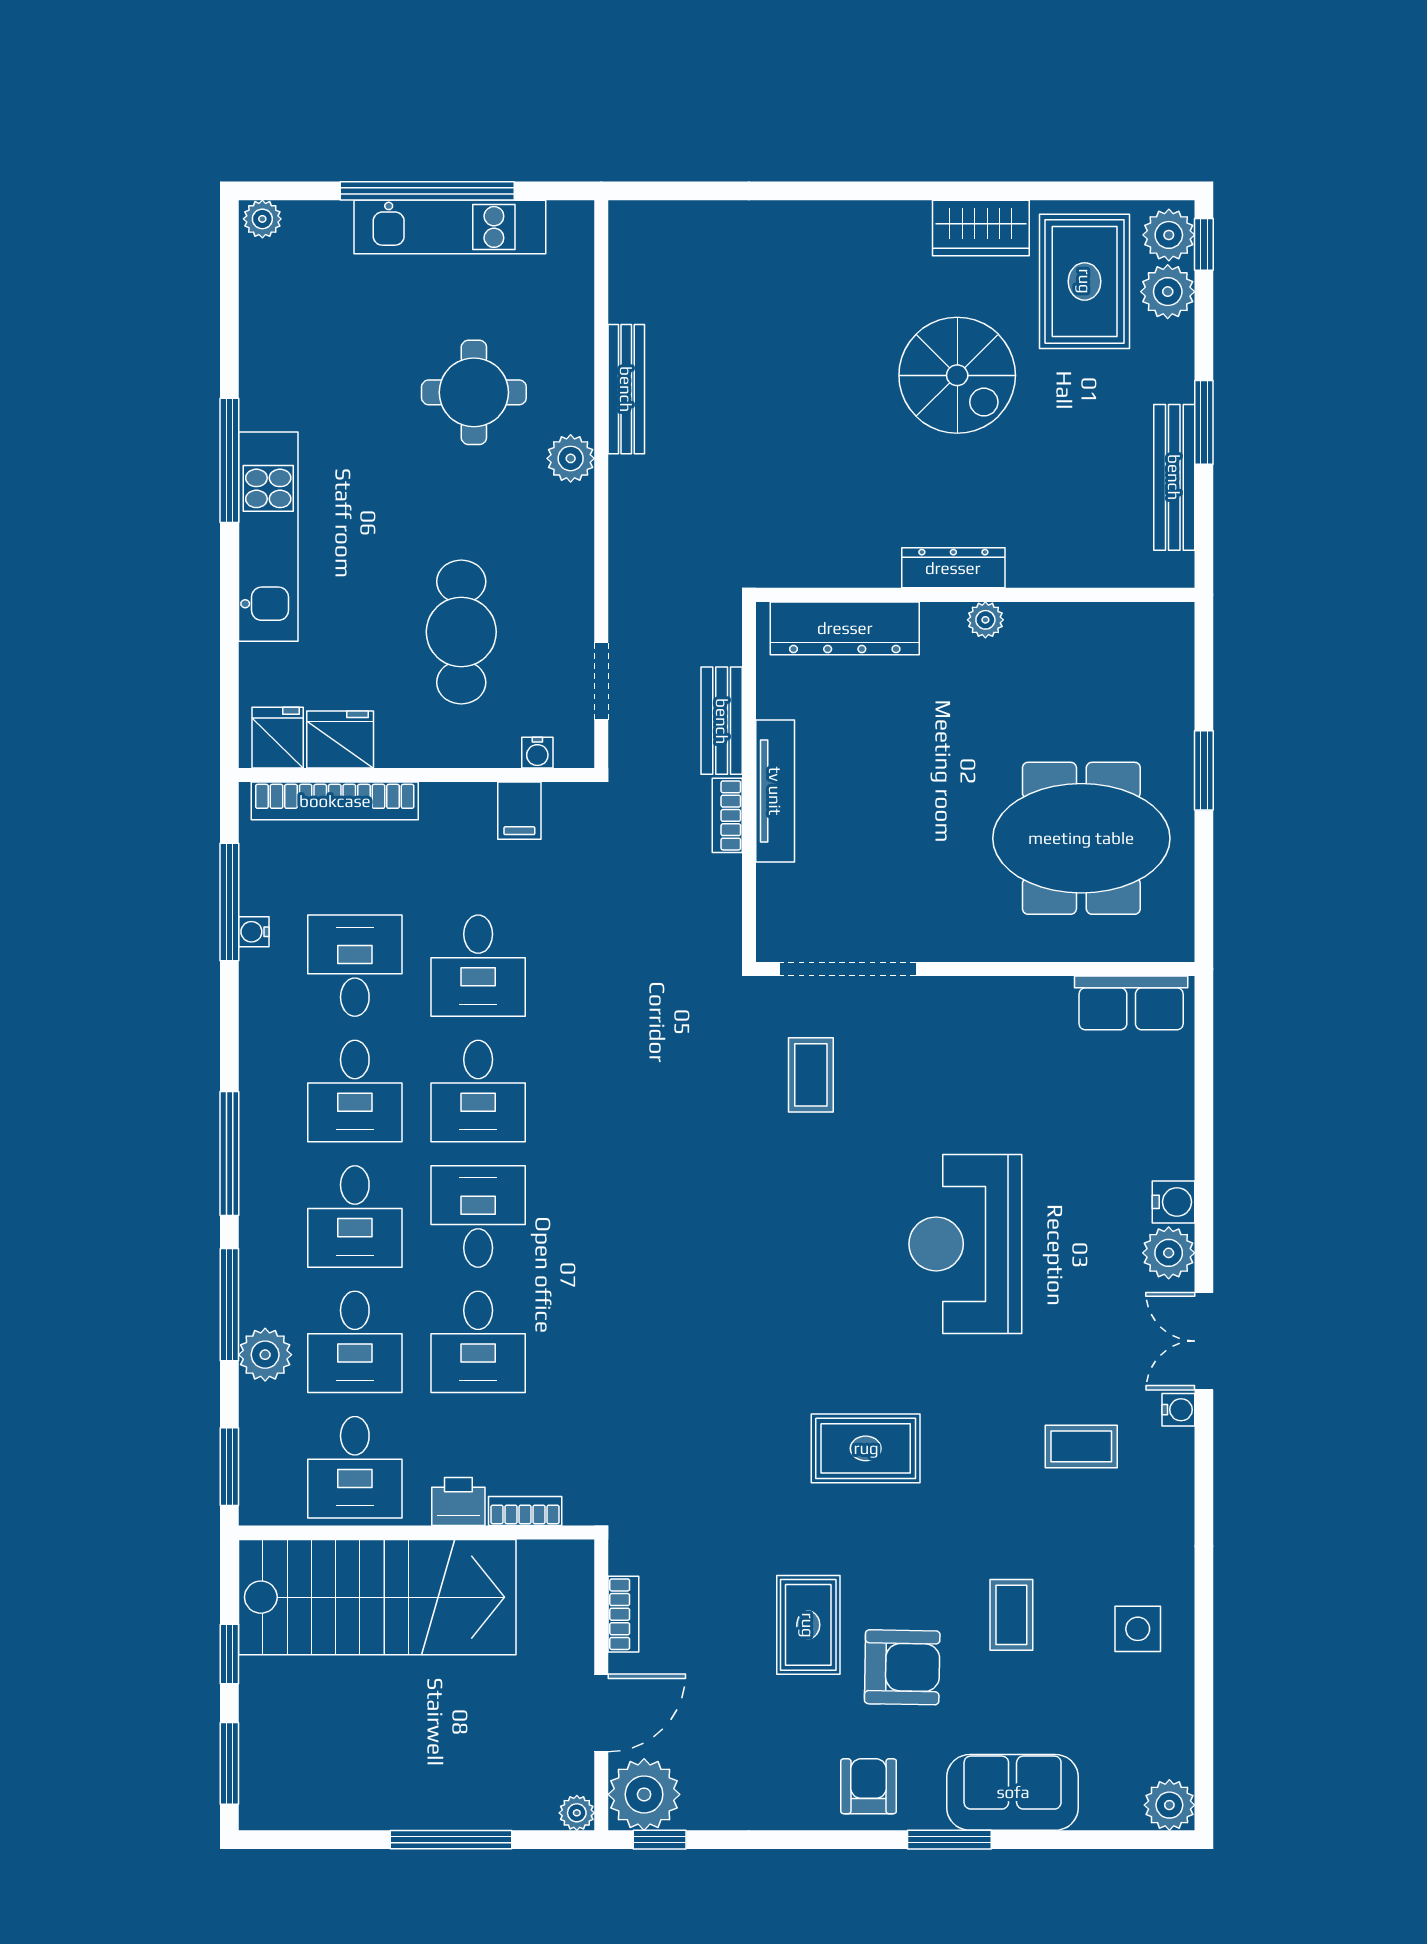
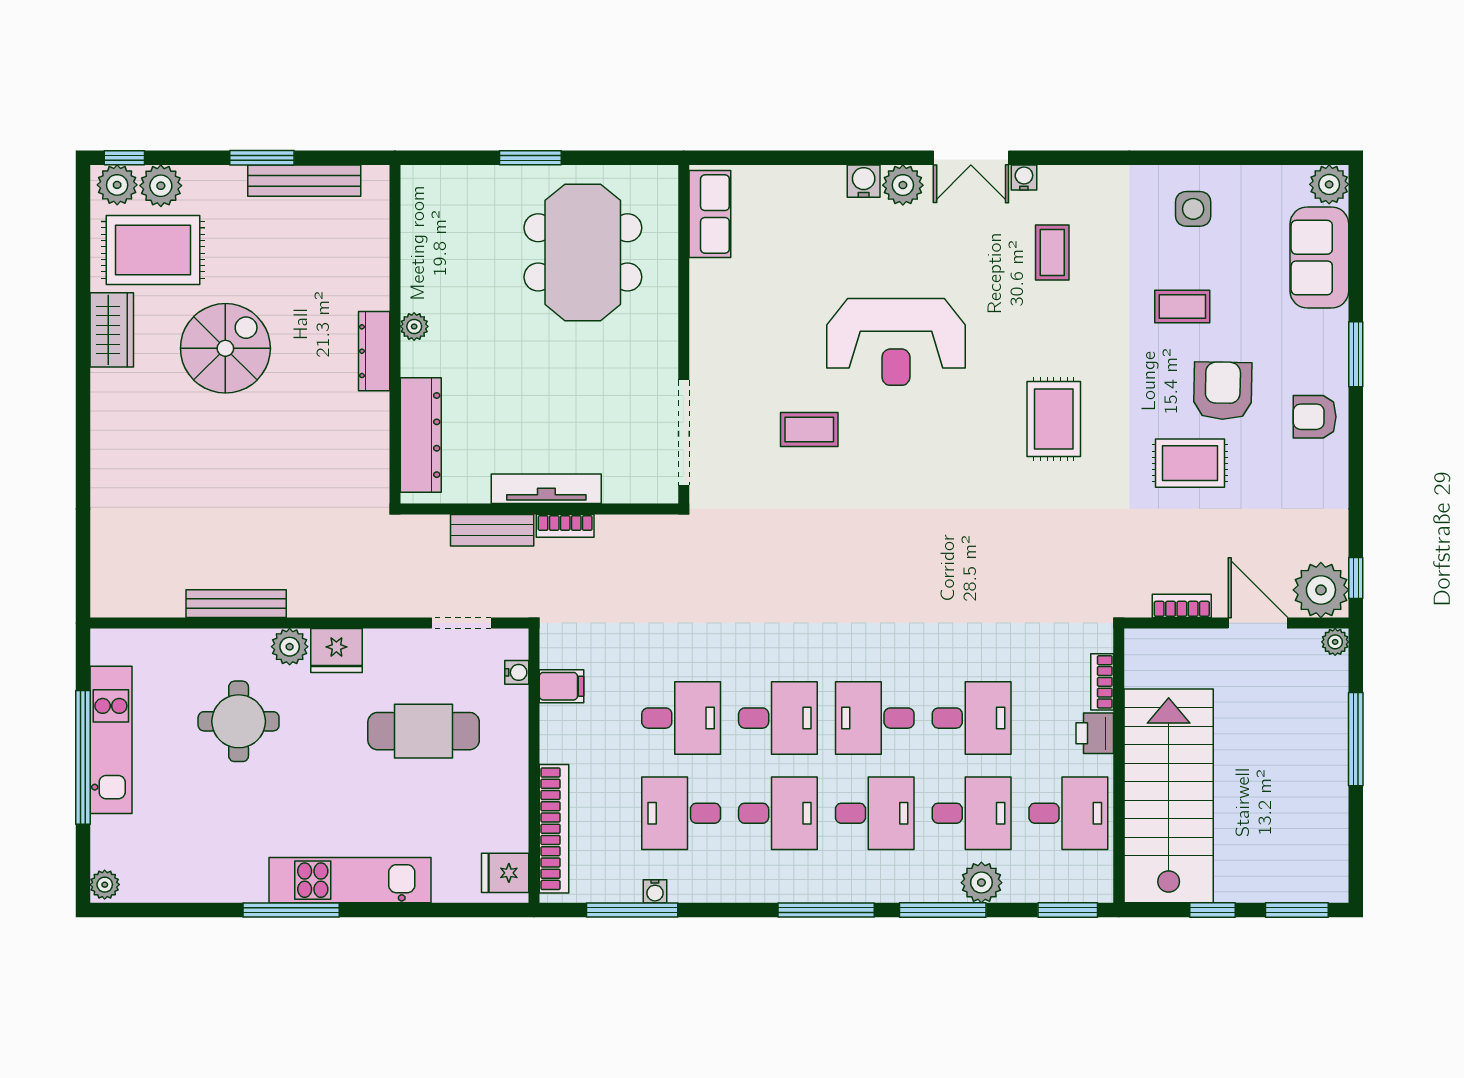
fridge: (340, 739) -> (336, 650), moved, turned -90
coffee table: (811, 1075) -> (809, 430), moved
sofa: (1013, 1792) -> (1319, 258), moved

